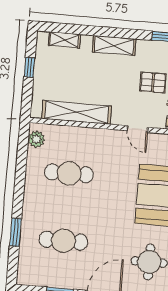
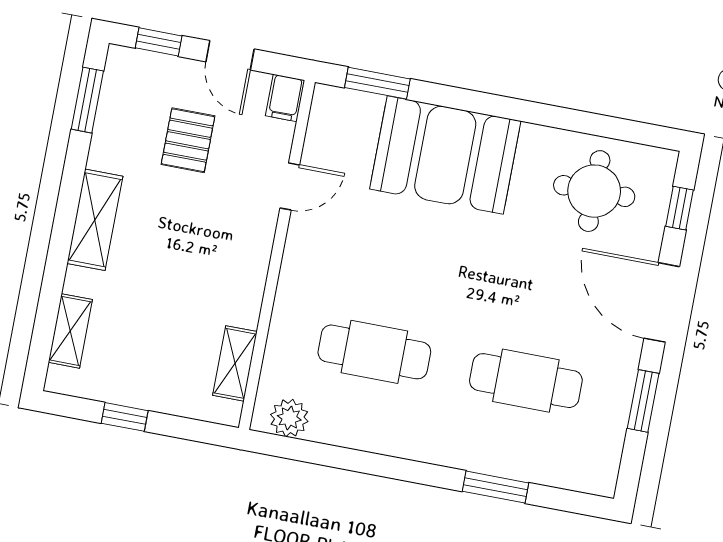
shelving: (77, 112) -> (235, 363), width x0.45, depth x0.75
cafe table: (69, 173) -> (374, 352), turned 90
cafe table: (63, 241) -> (526, 381), turned 90

